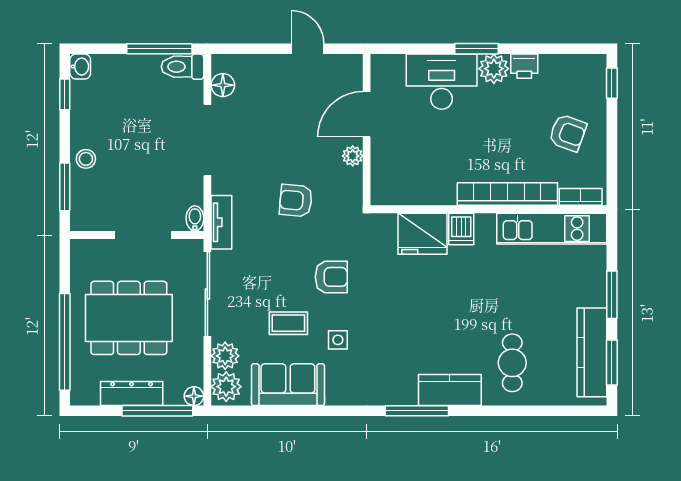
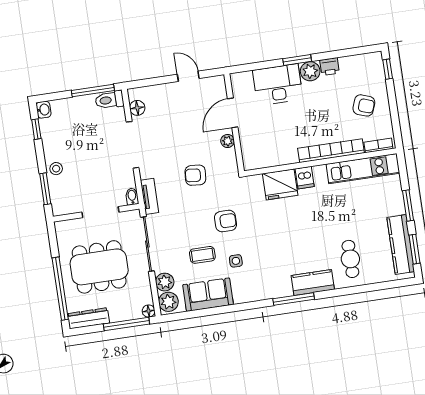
dresser: (132, 394) -> (88, 318), moved

